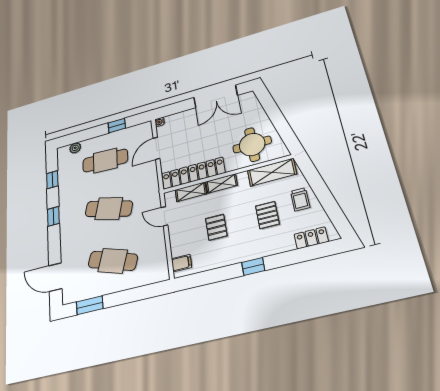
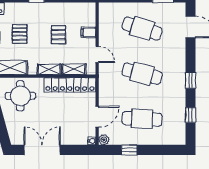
plant: (75, 148) -> (104, 140), moved
filing cabinet: (181, 263) -> (88, 32), moved

